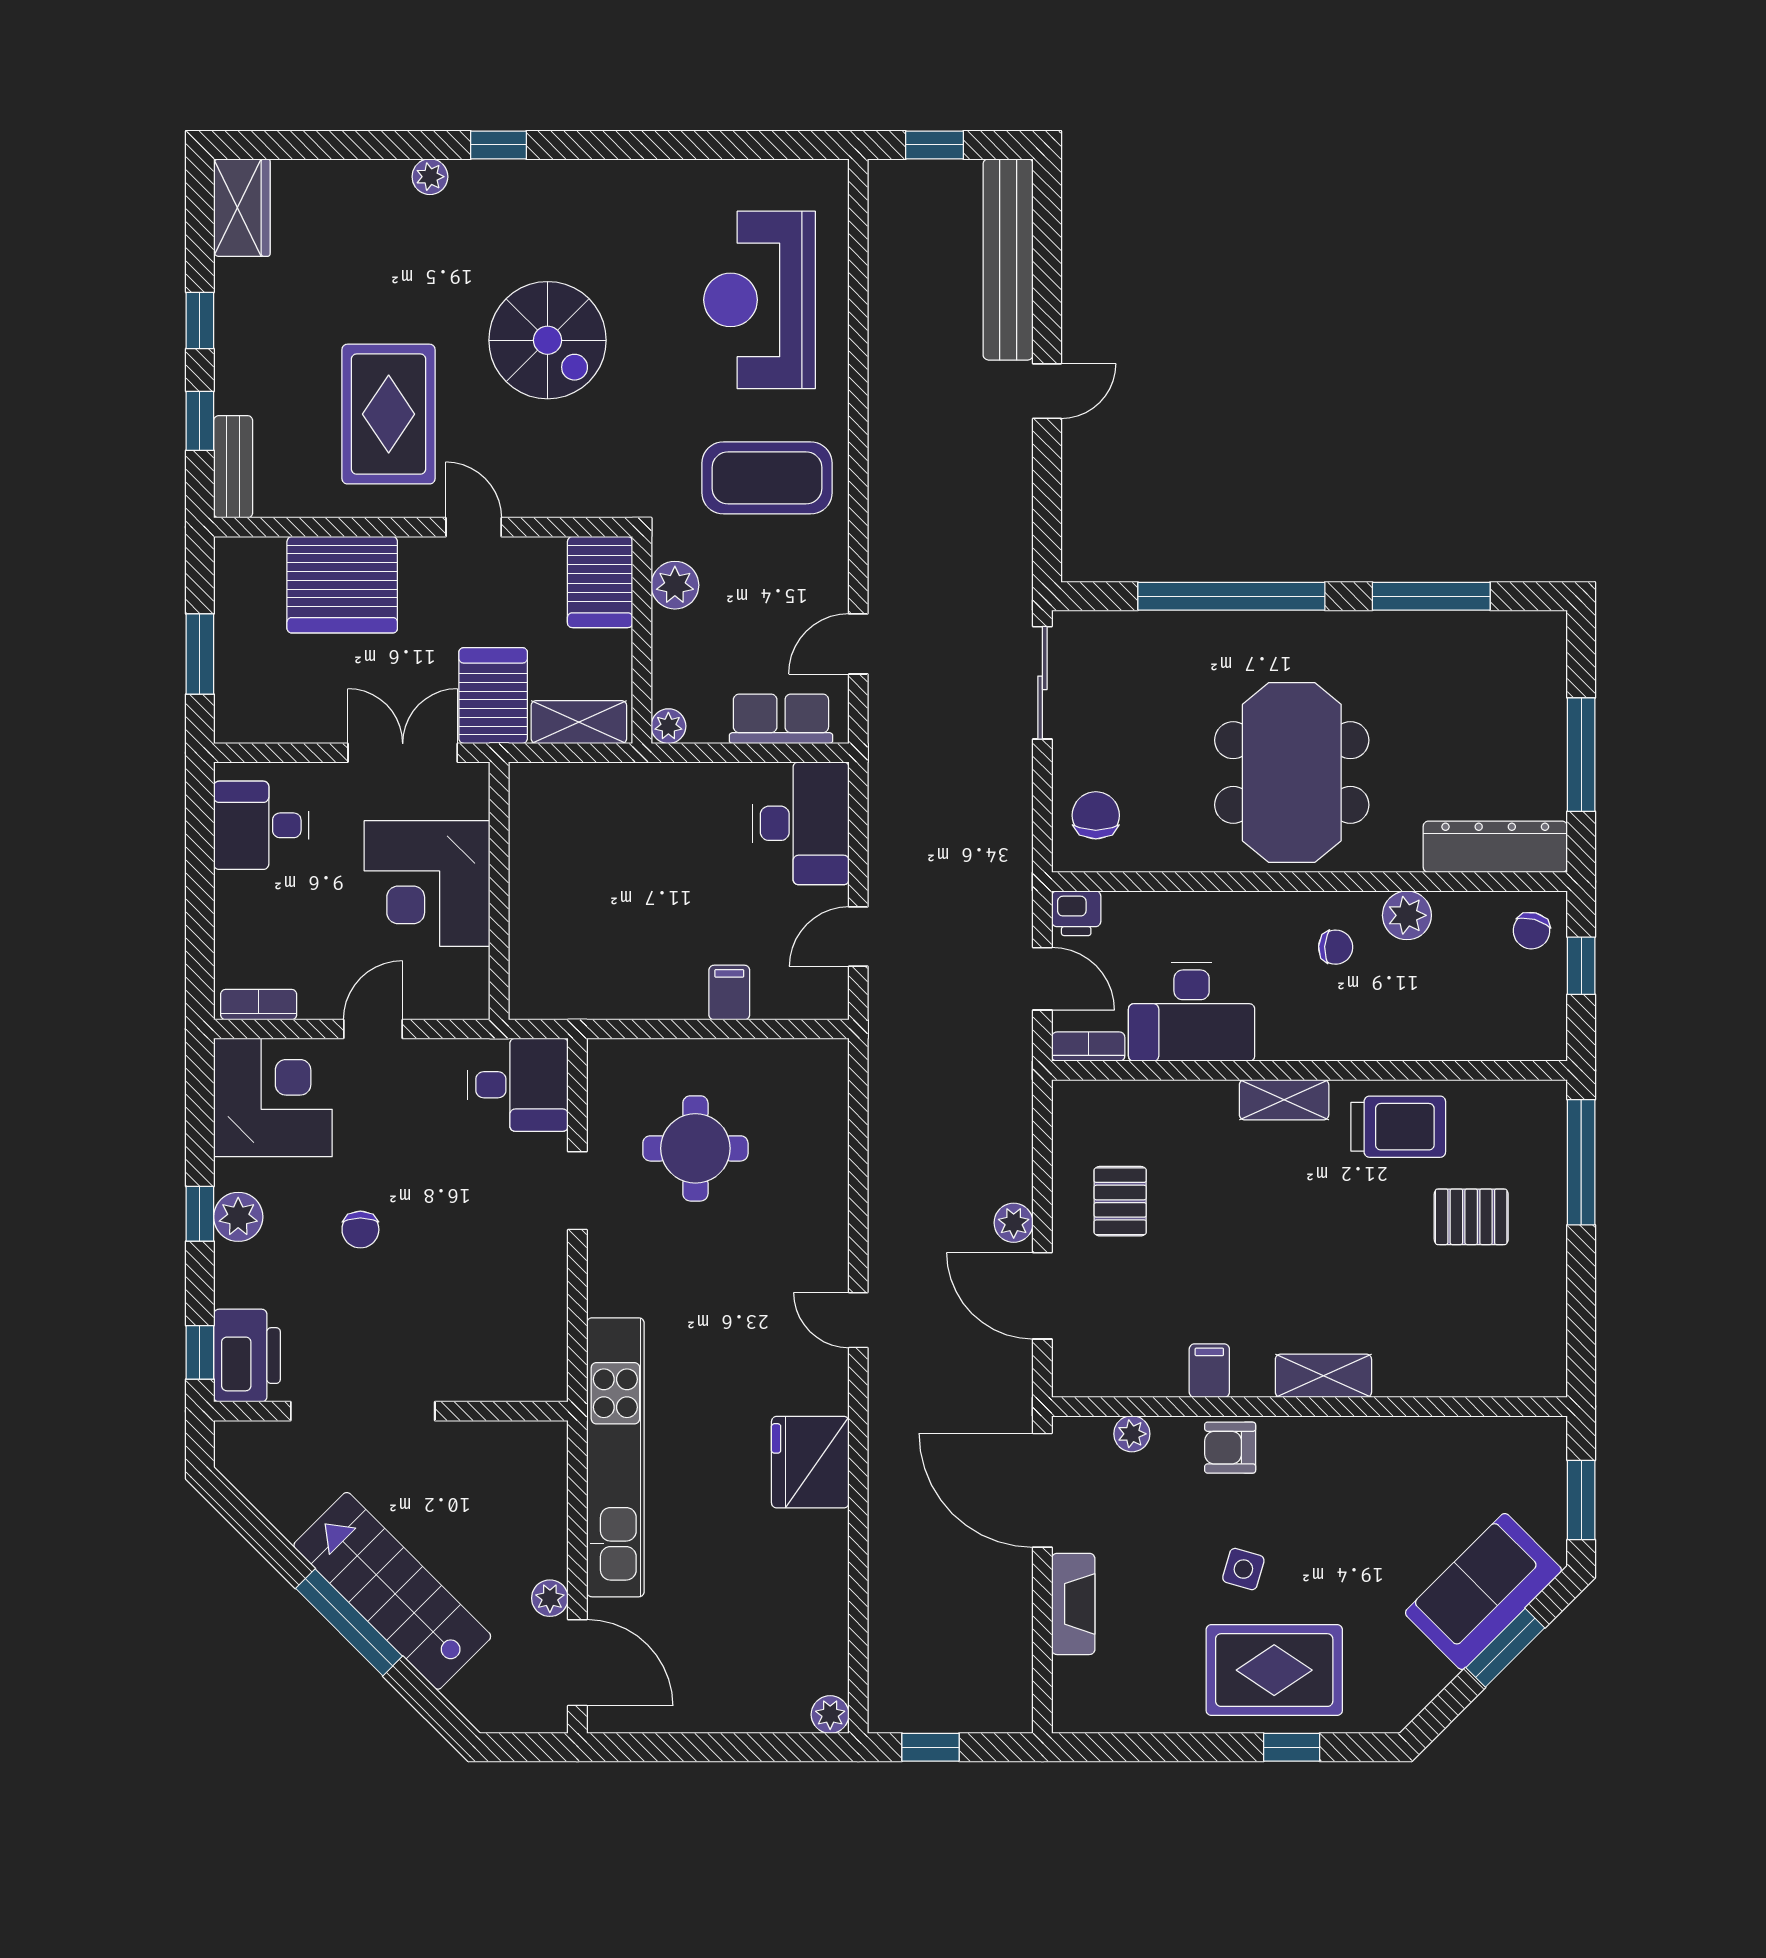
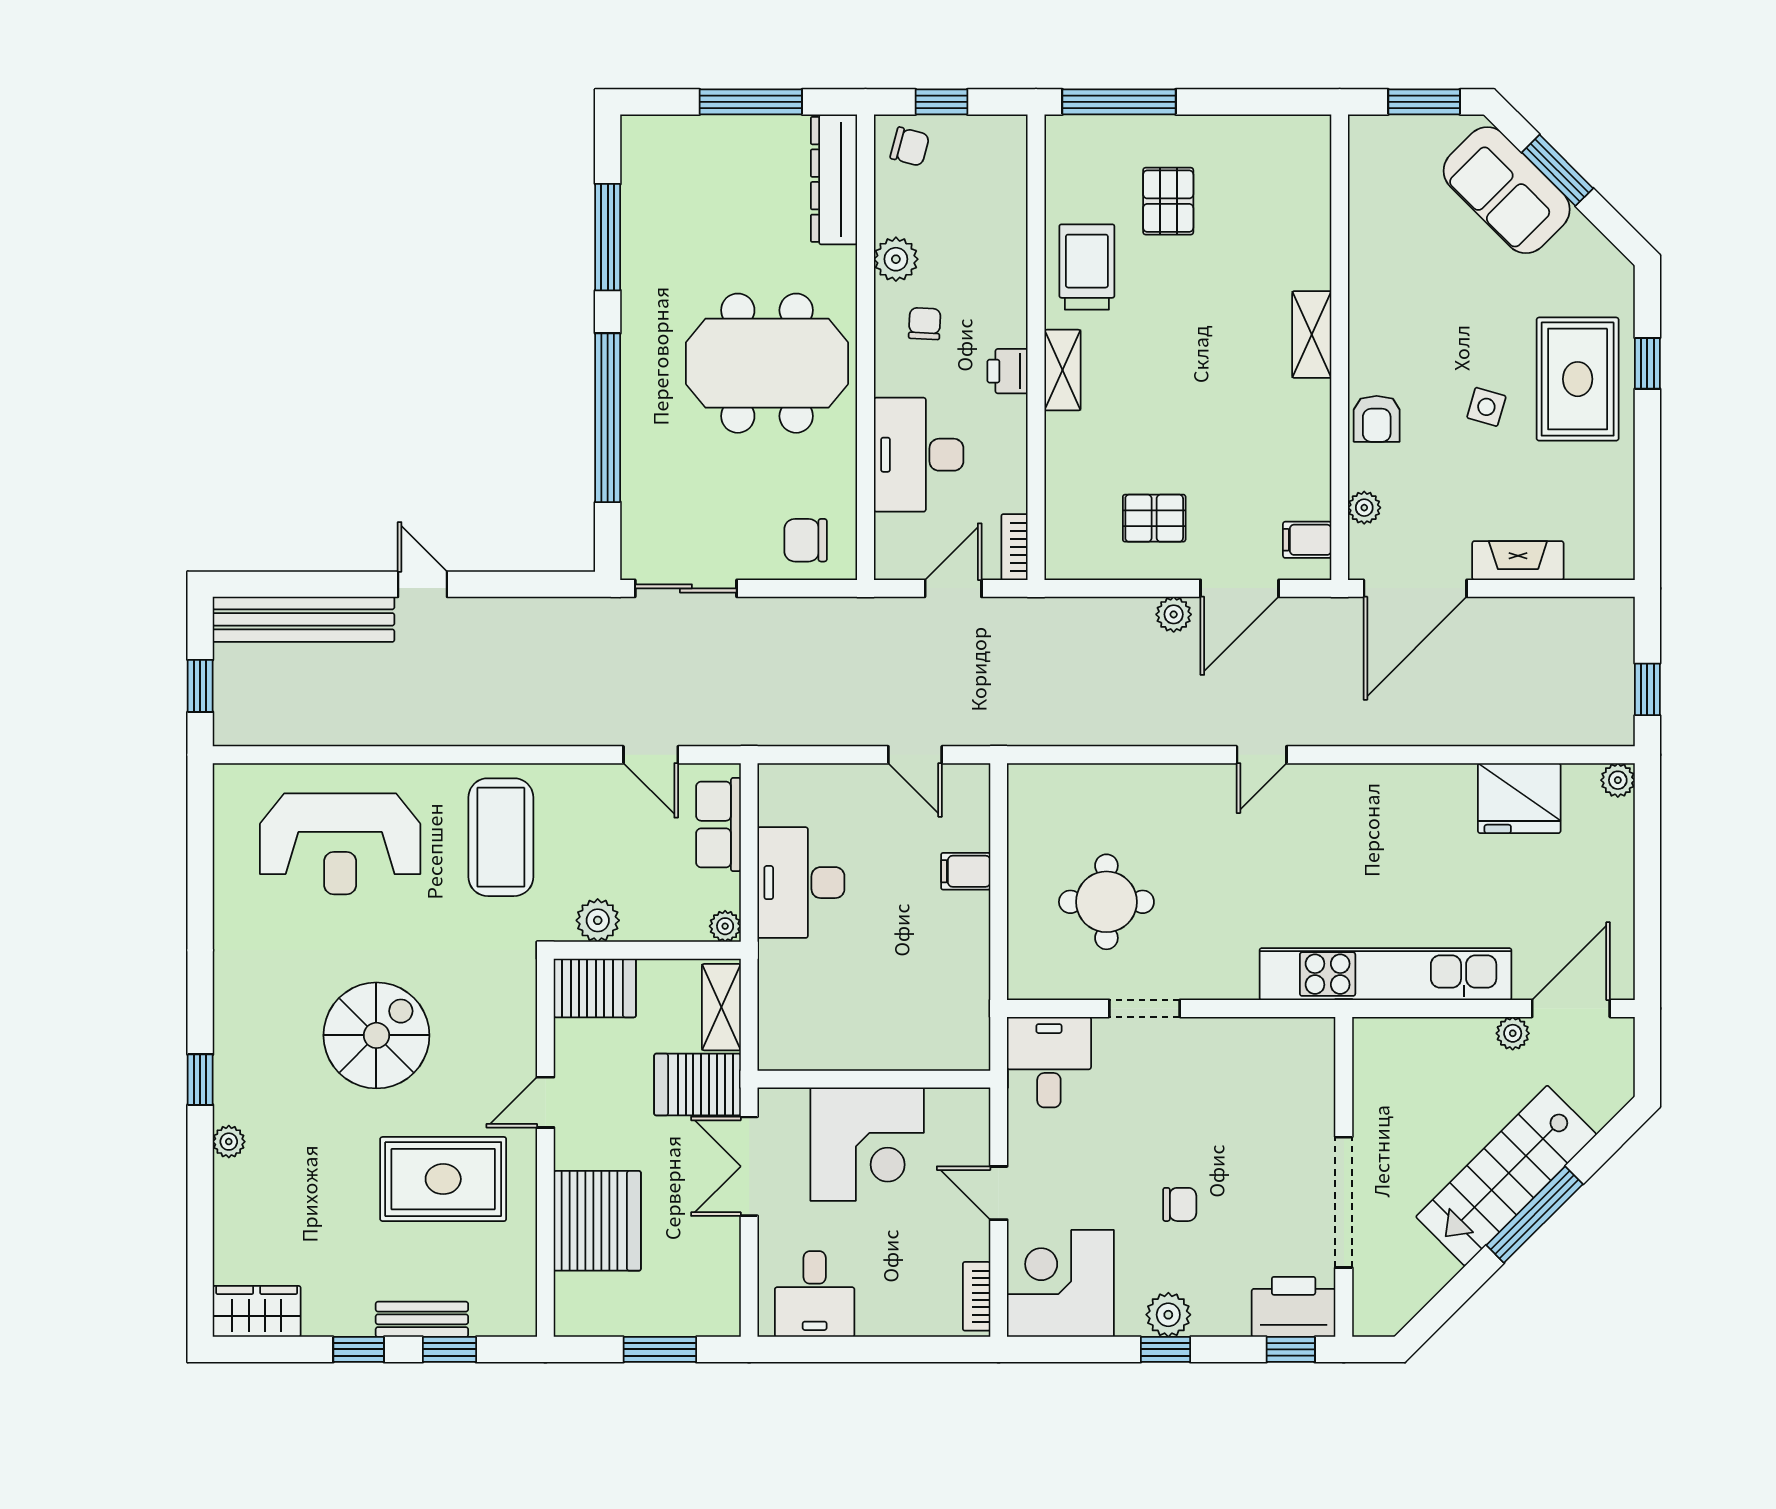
bench: (233, 467) -> (422, 1319), moved
desk: (801, 823) -> (801, 883), moved, turned -90
printer: (1076, 913) -> (1008, 371), moved, turned 180
desk: (1192, 1012) -> (919, 455), moved, turned 180
filing cabinet: (1209, 1371) -> (1307, 540), moved
fridge: (810, 1462) -> (1519, 798), moved

